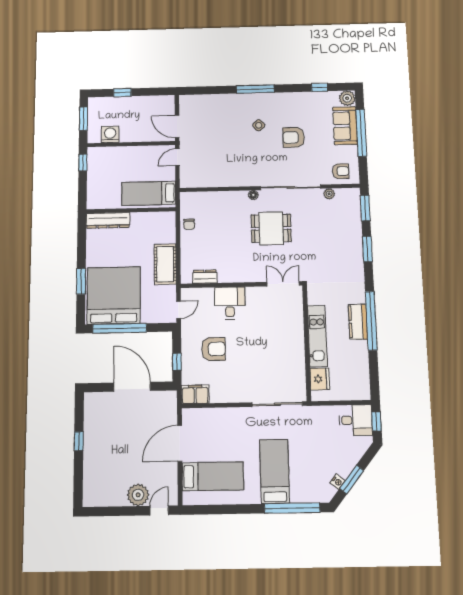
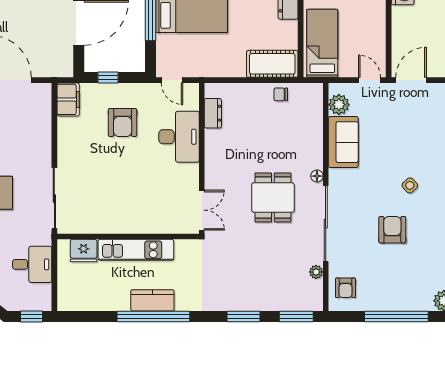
sofa: (345, 126) -> (343, 142), moved, turned 90
plant: (197, 180) -> (339, 105), added
cot: (165, 264) -> (272, 64), moved
desk: (230, 303) -> (179, 137), width x1.37
desk: (356, 420) -> (32, 264), moved, turned -90

